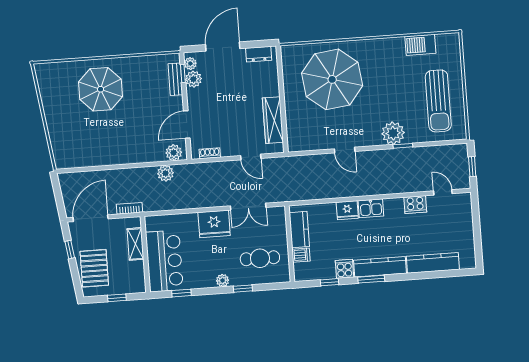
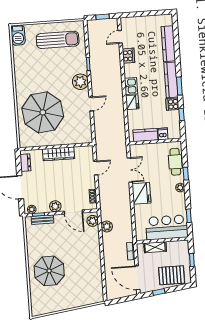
barbecue: (420, 45) -> (18, 35), moved
plant: (193, 79) -> (55, 206), moved
wardrobe: (273, 120) -> (59, 154), moved
plant: (393, 133) -> (80, 82), moved
cafe table: (260, 258) -> (175, 162), moved

